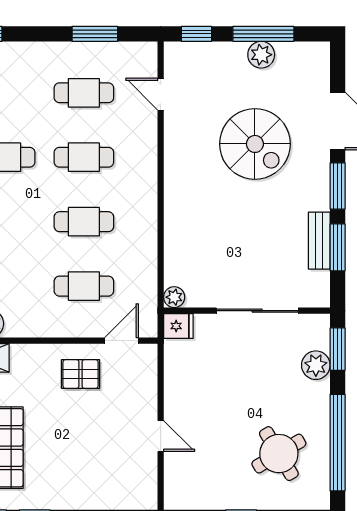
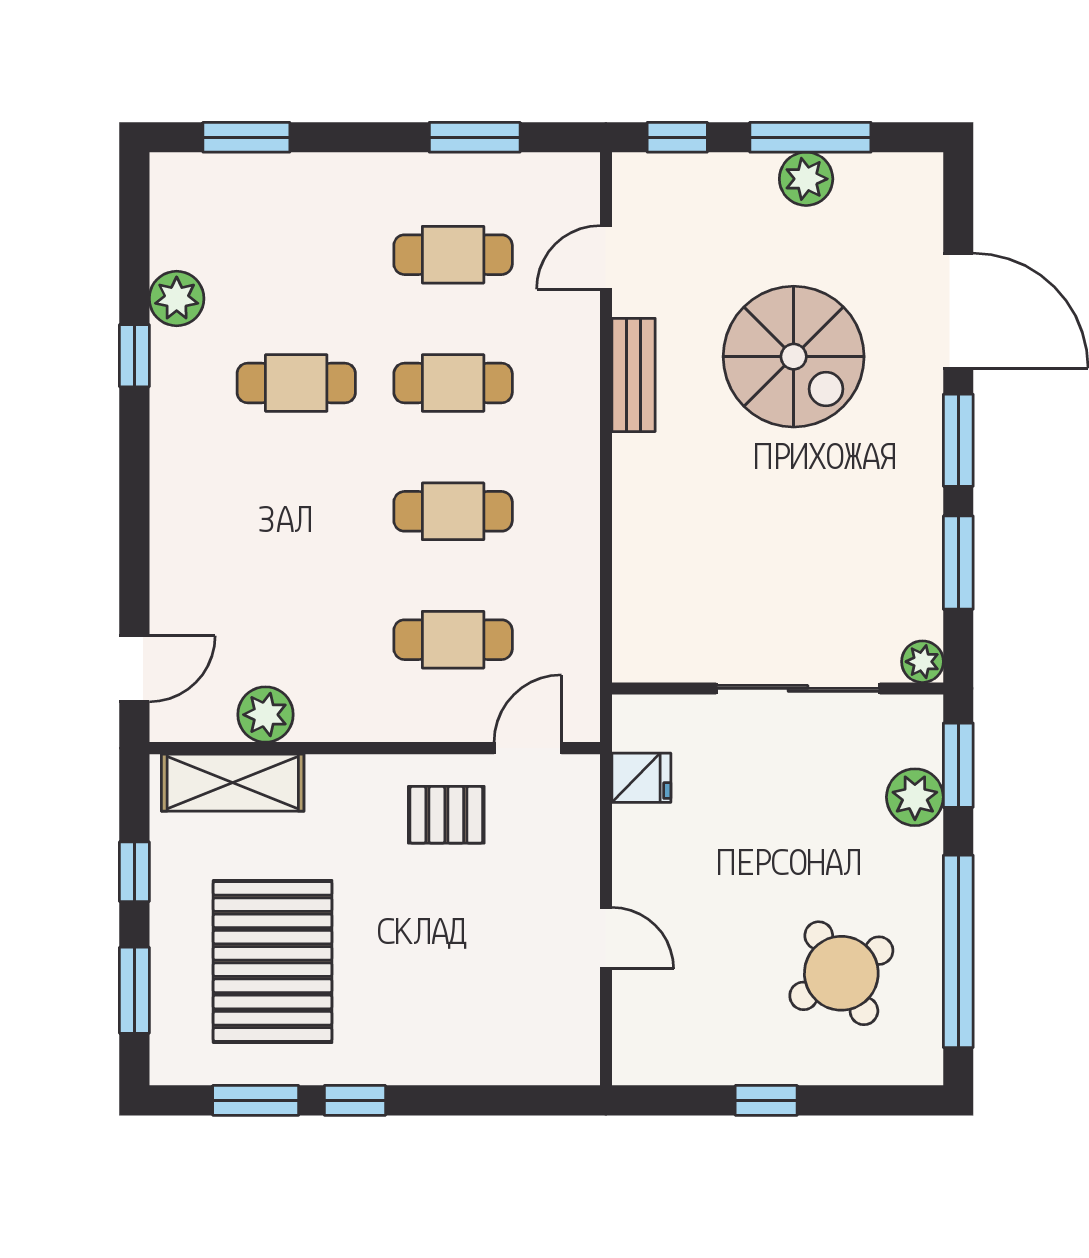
door: (161, 94) -> (606, 257), hinge flipped
bench: (319, 241) -> (634, 375), moved
plant: (174, 297) -> (922, 662), moved
fridge: (178, 326) -> (641, 778), moved

